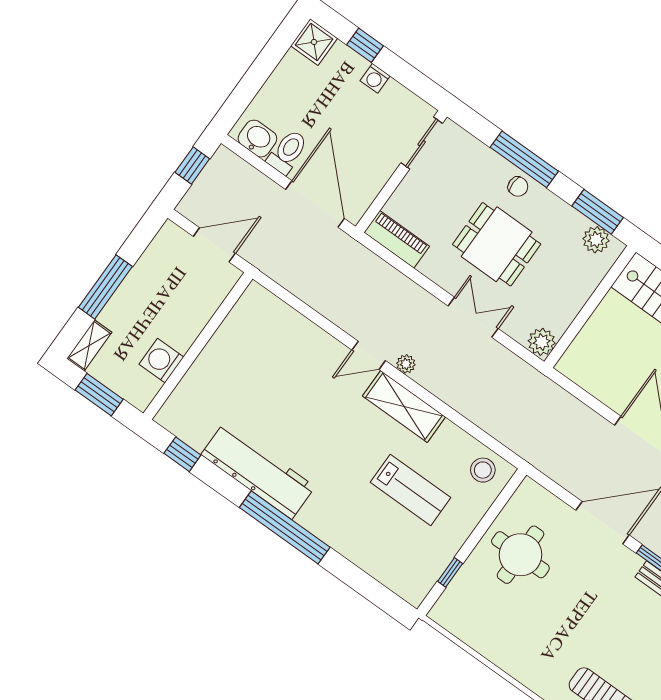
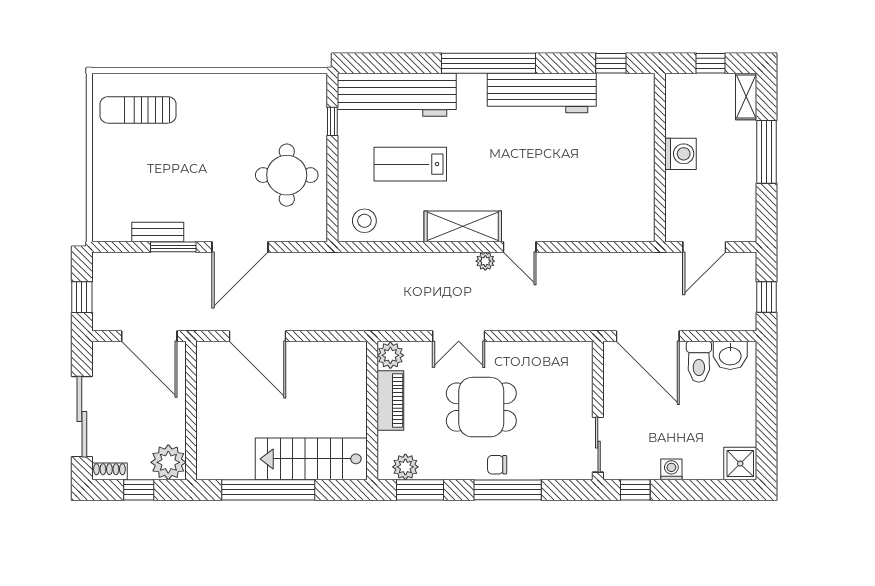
window: (365, 45) -> (635, 490), moved
piano: (397, 239) -> (390, 400), moved, turned -90
door: (369, 355) -> (520, 247), swing flipped
washing machine: (161, 361) -> (681, 154), moved
window: (99, 395) -> (710, 63), width x0.67
workbench: (380, 556) -> (397, 95), added

